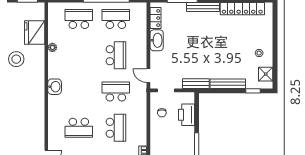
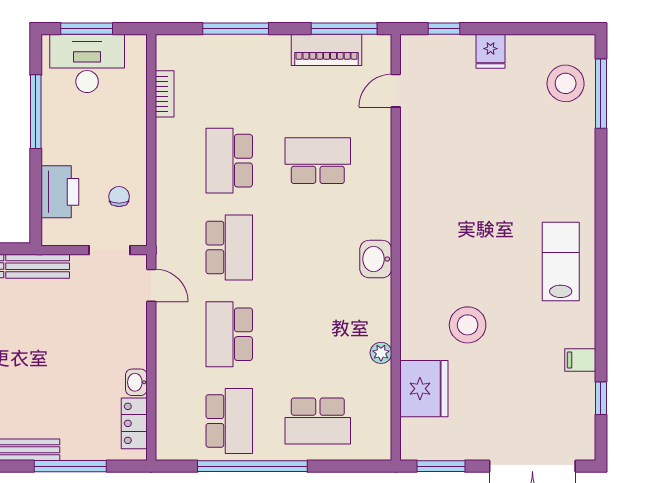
school desk: (116, 19) -> (229, 421), turned -90
washbasin: (157, 40) -> (136, 382), width x0.52, depth x0.69
school desk: (116, 92) -> (229, 247), turned -90

